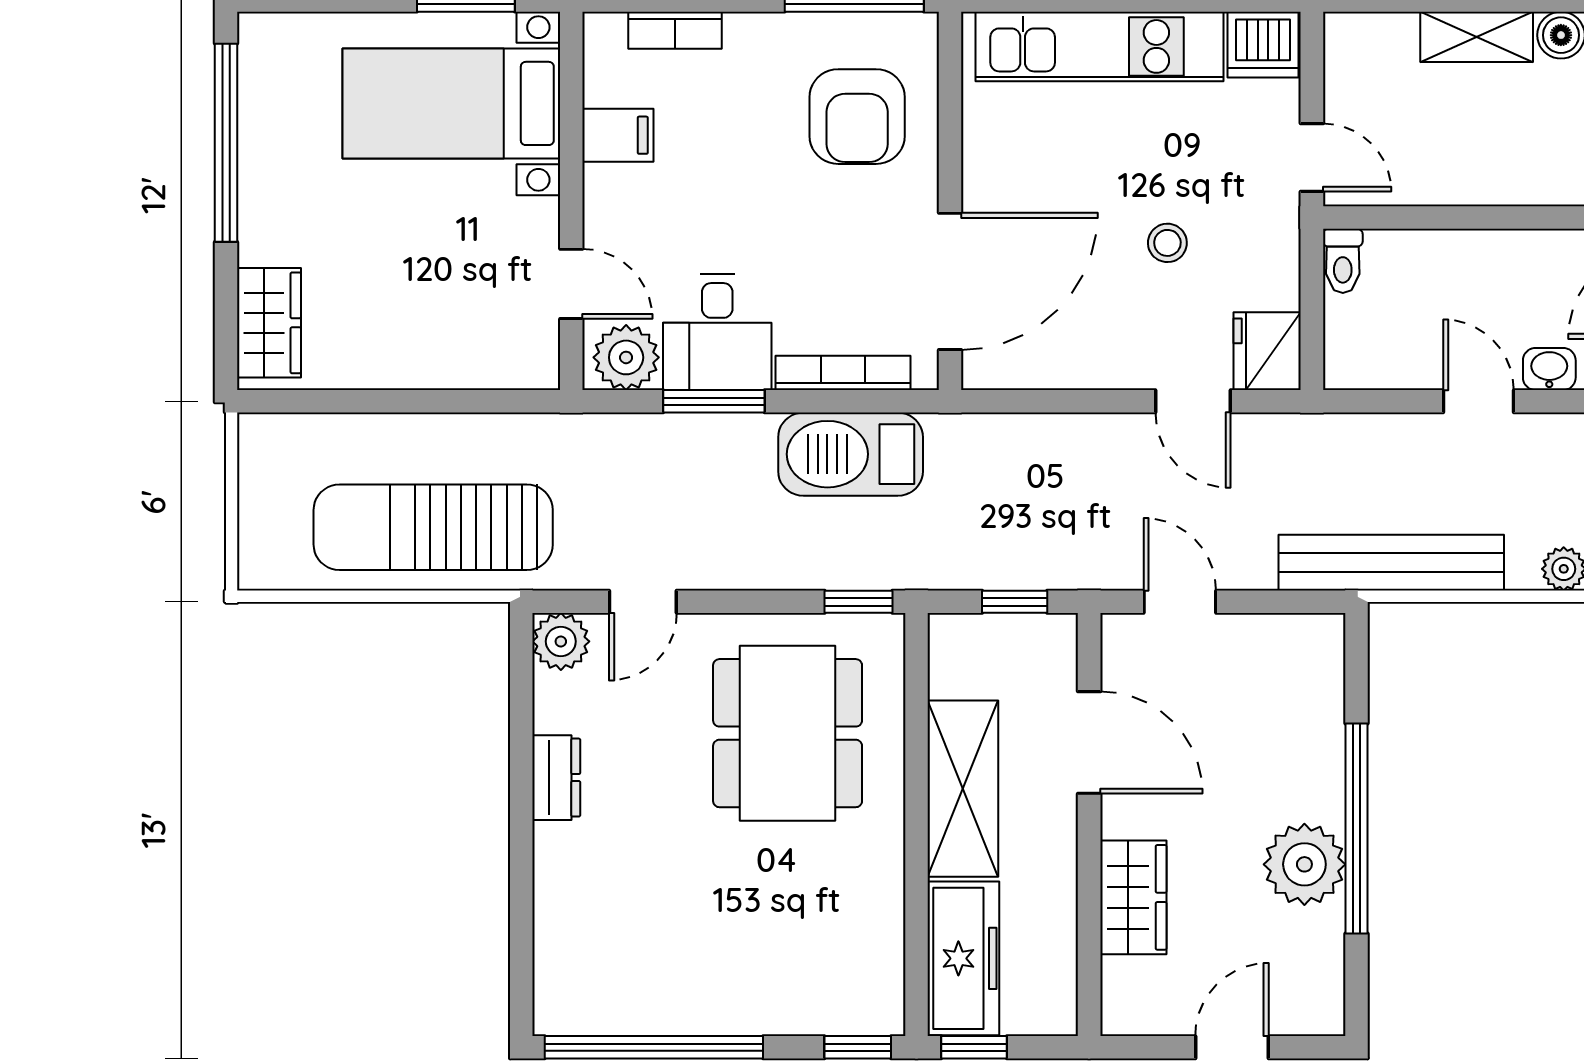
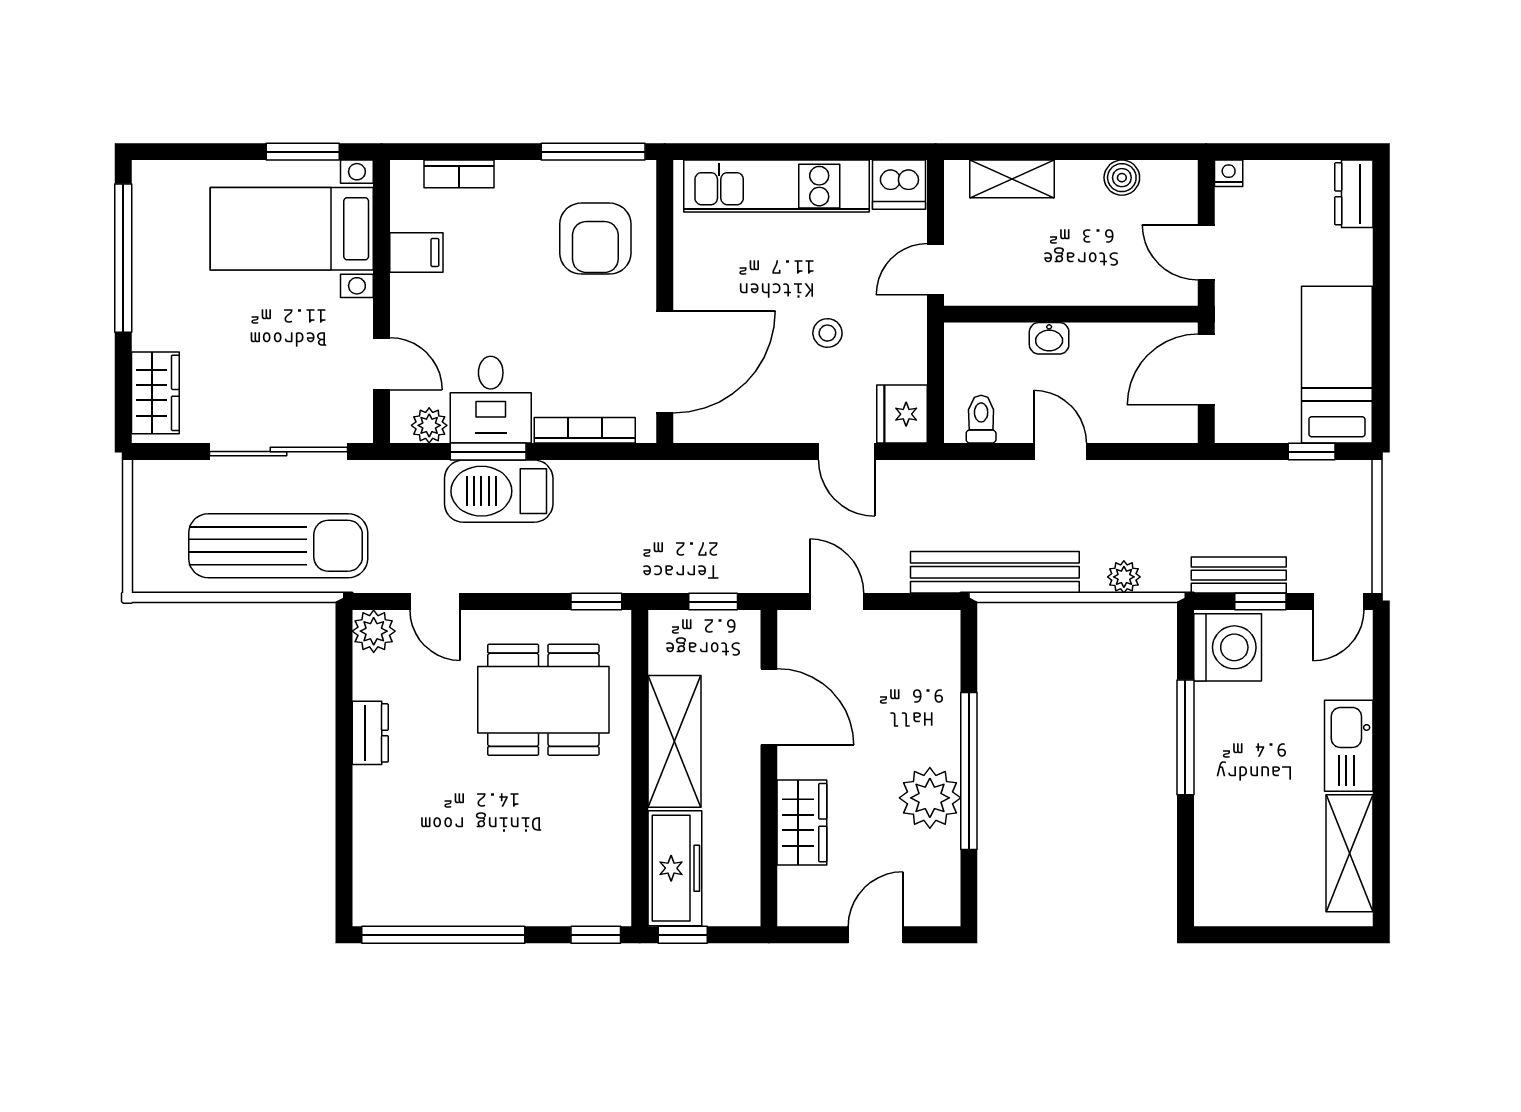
shelving: (1477, 37) -> (1012, 179), moved
door: (1312, 158) -> (936, 269), swing flipped
toilet: (1343, 261) -> (981, 419), moved, turned 180
plant: (626, 357) -> (429, 425), width x0.73, depth x0.73
washbasin: (1549, 369) -> (1049, 338), moved, turned 180
sliding door: (434, 401) -> (279, 452), added
barbecue: (851, 454) -> (499, 491), moved
sun lounger: (433, 527) -> (278, 546), turned 180
door: (643, 602) -> (435, 602), hinge flipped
dining table: (788, 733) -> (543, 700), turned 90

